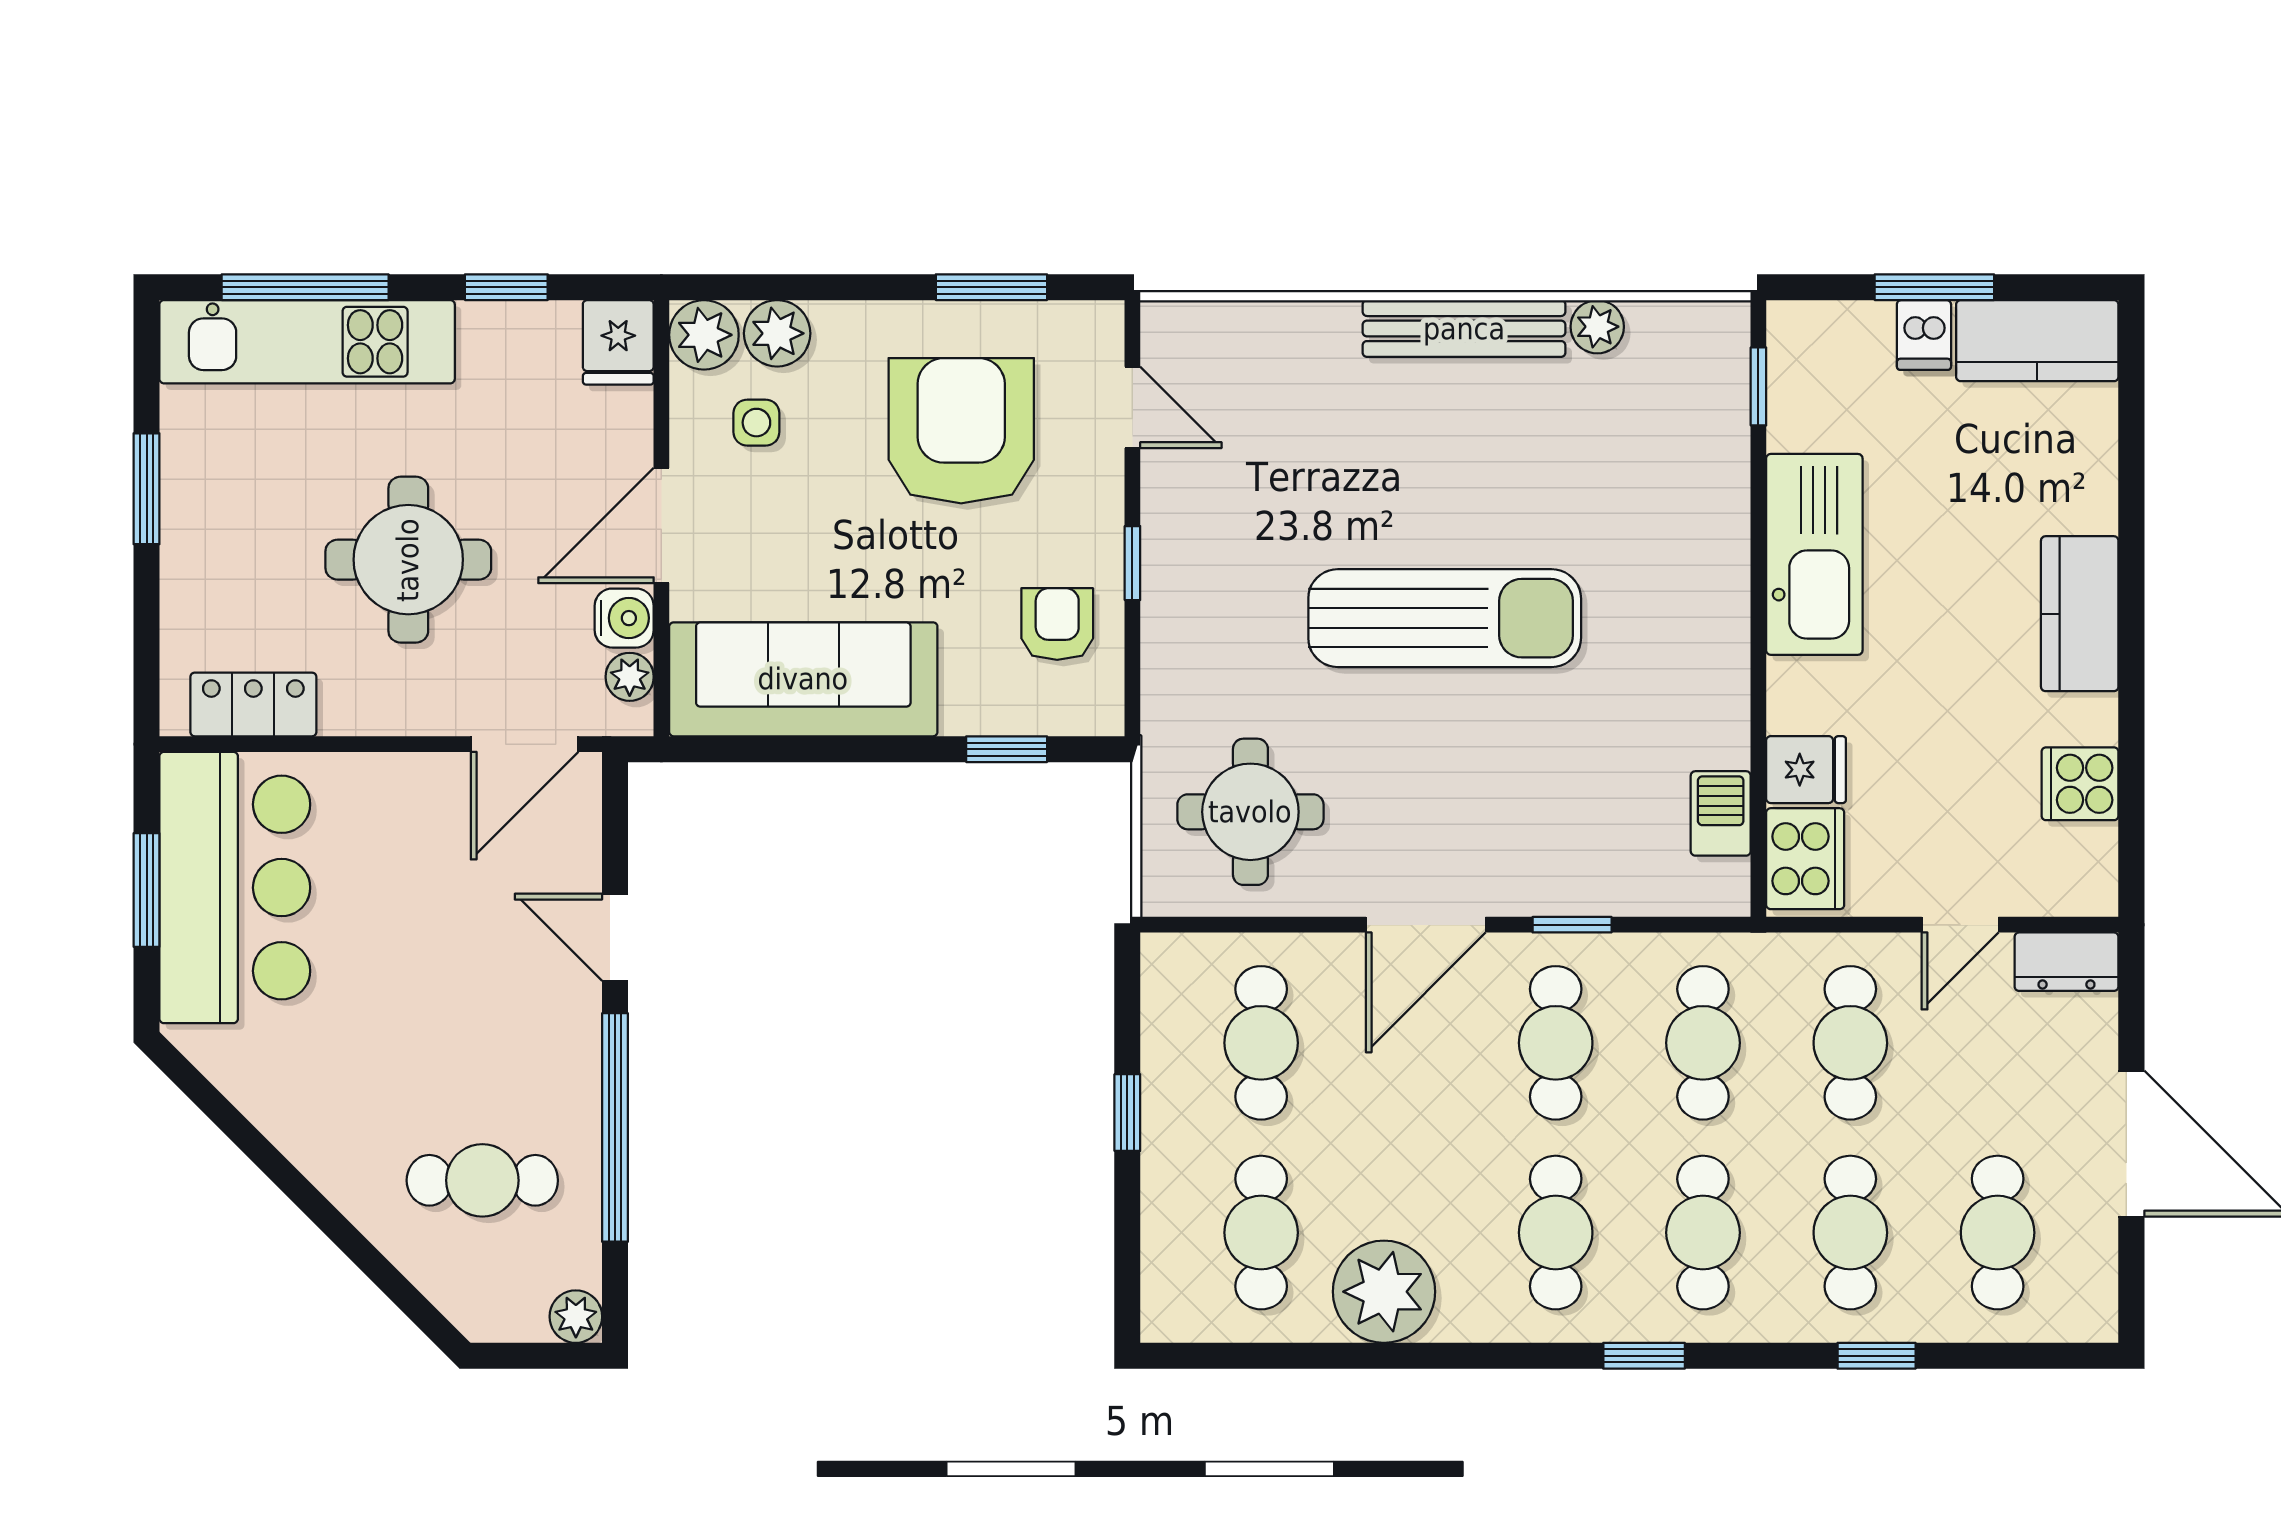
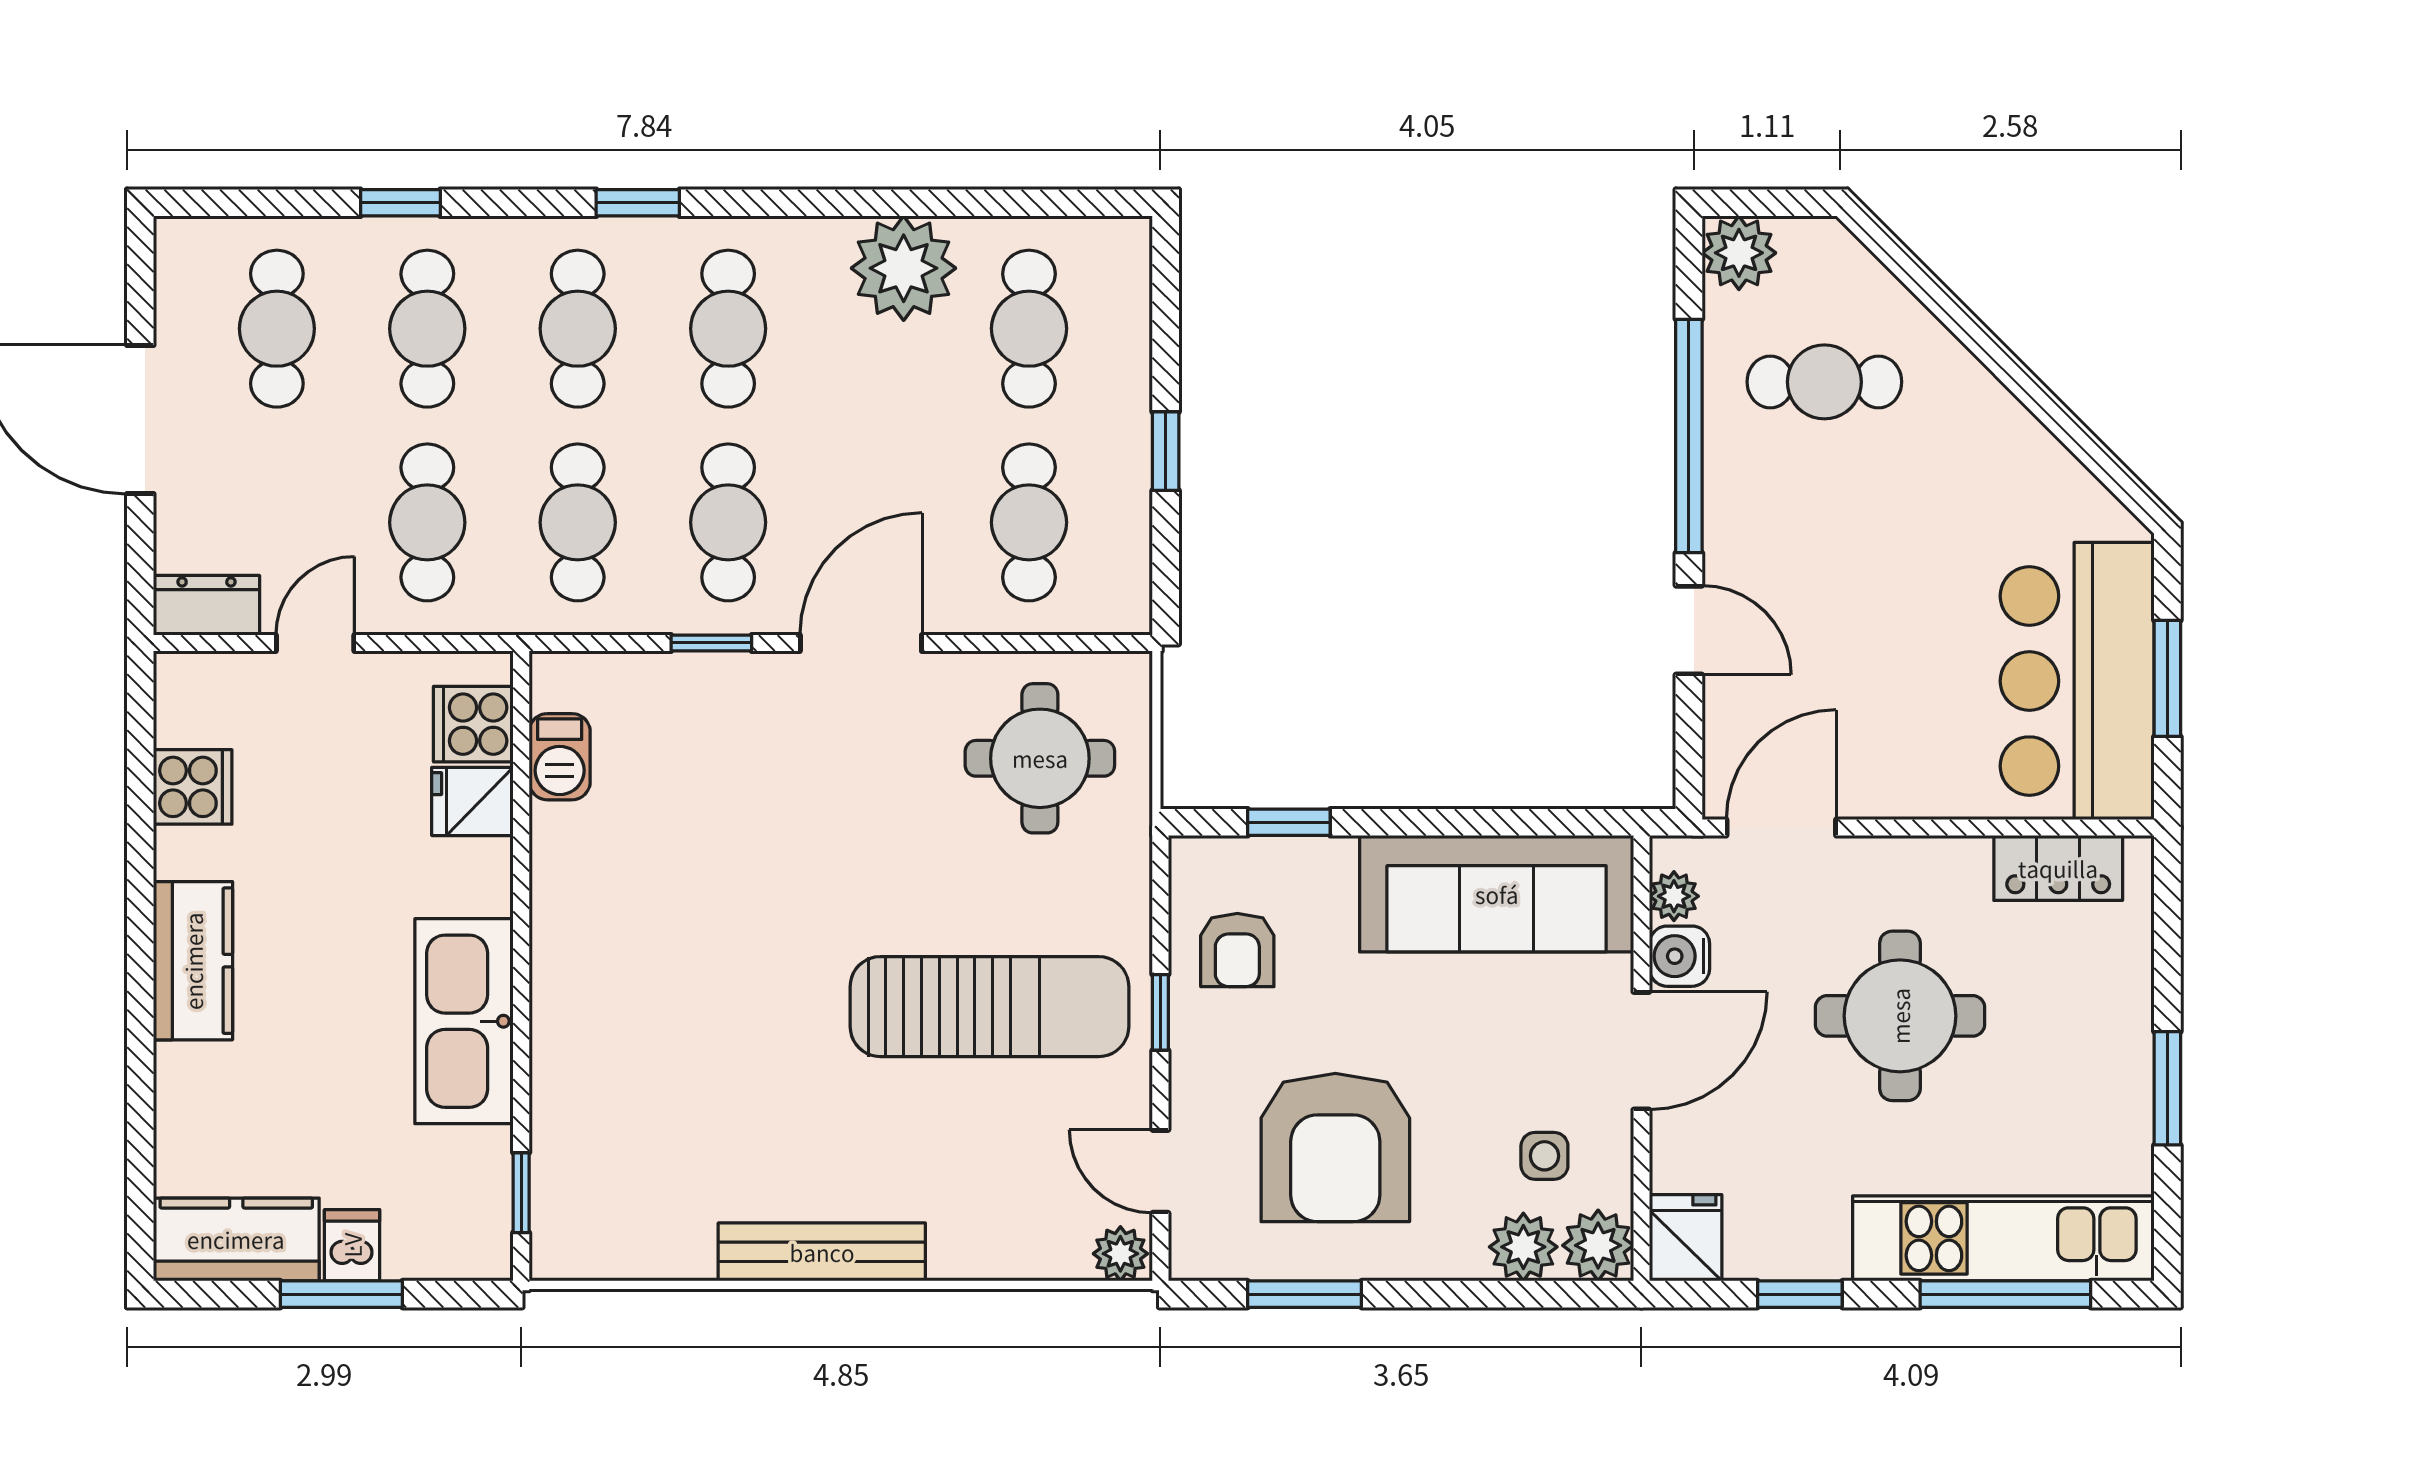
plant: (1597, 327) -> (1120, 1254), moved
sun lounger: (1445, 618) -> (989, 1007), moved, turned 180
cooker: (1805, 859) -> (473, 724), width x0.73
plant: (576, 1317) -> (1739, 253), width x1.38, depth x1.38

